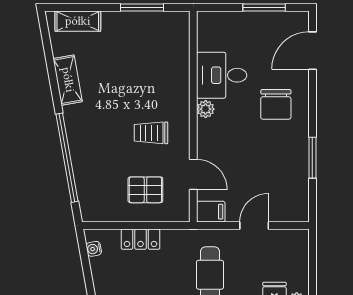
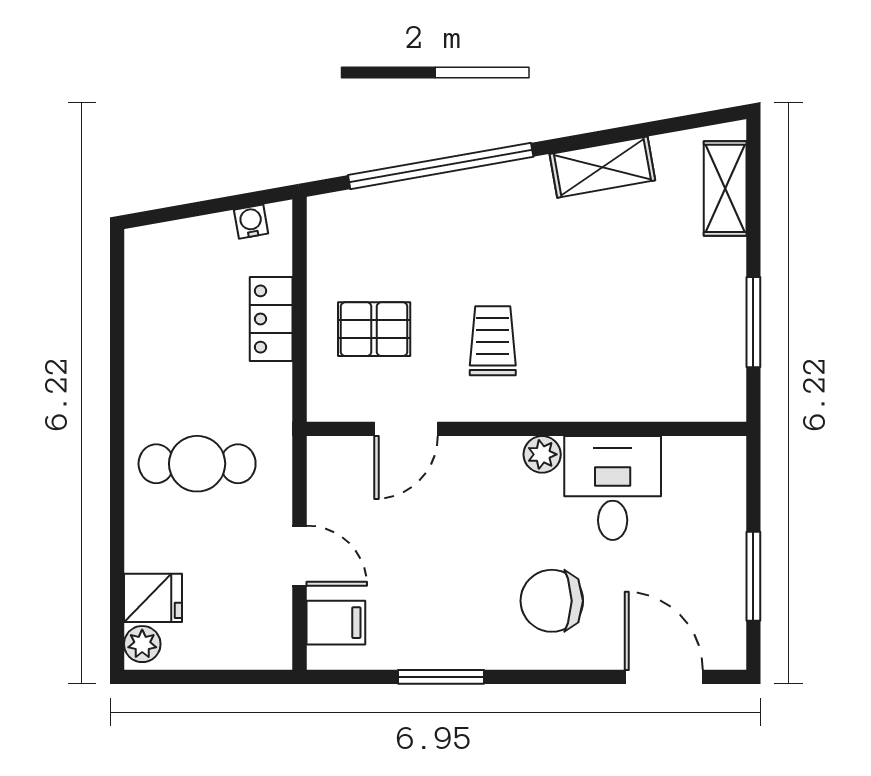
pallet: (145, 190) -> (374, 329), turned 90
filing cabinet: (211, 212) -> (336, 623), moved, turned -90

